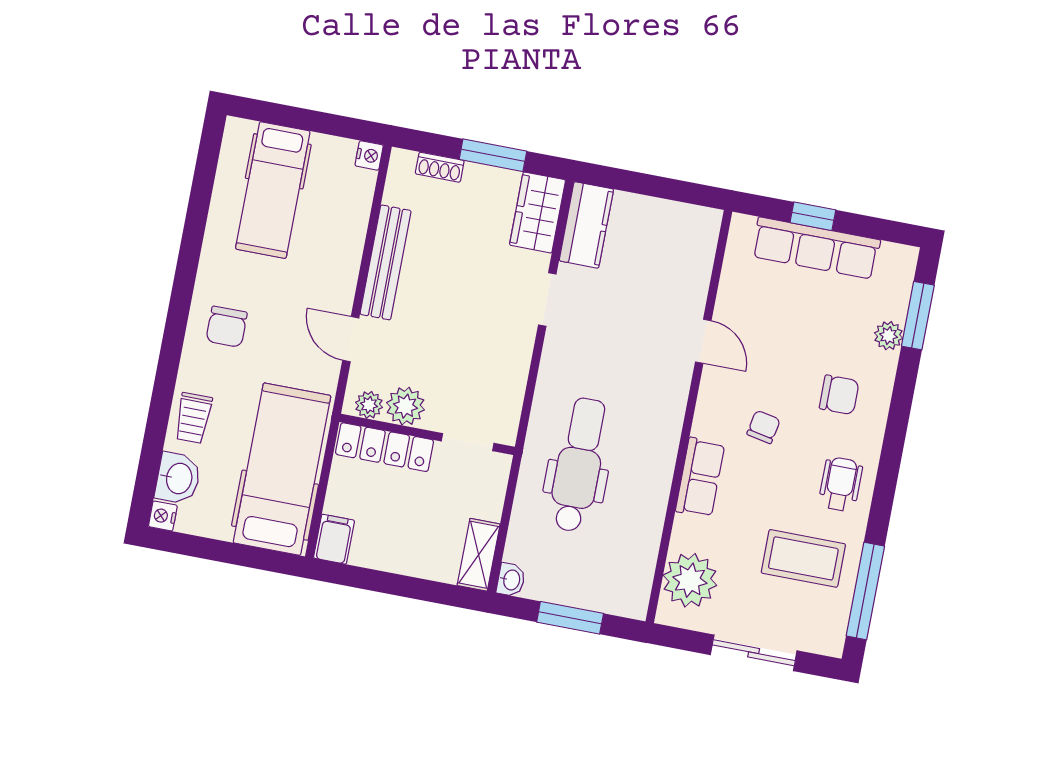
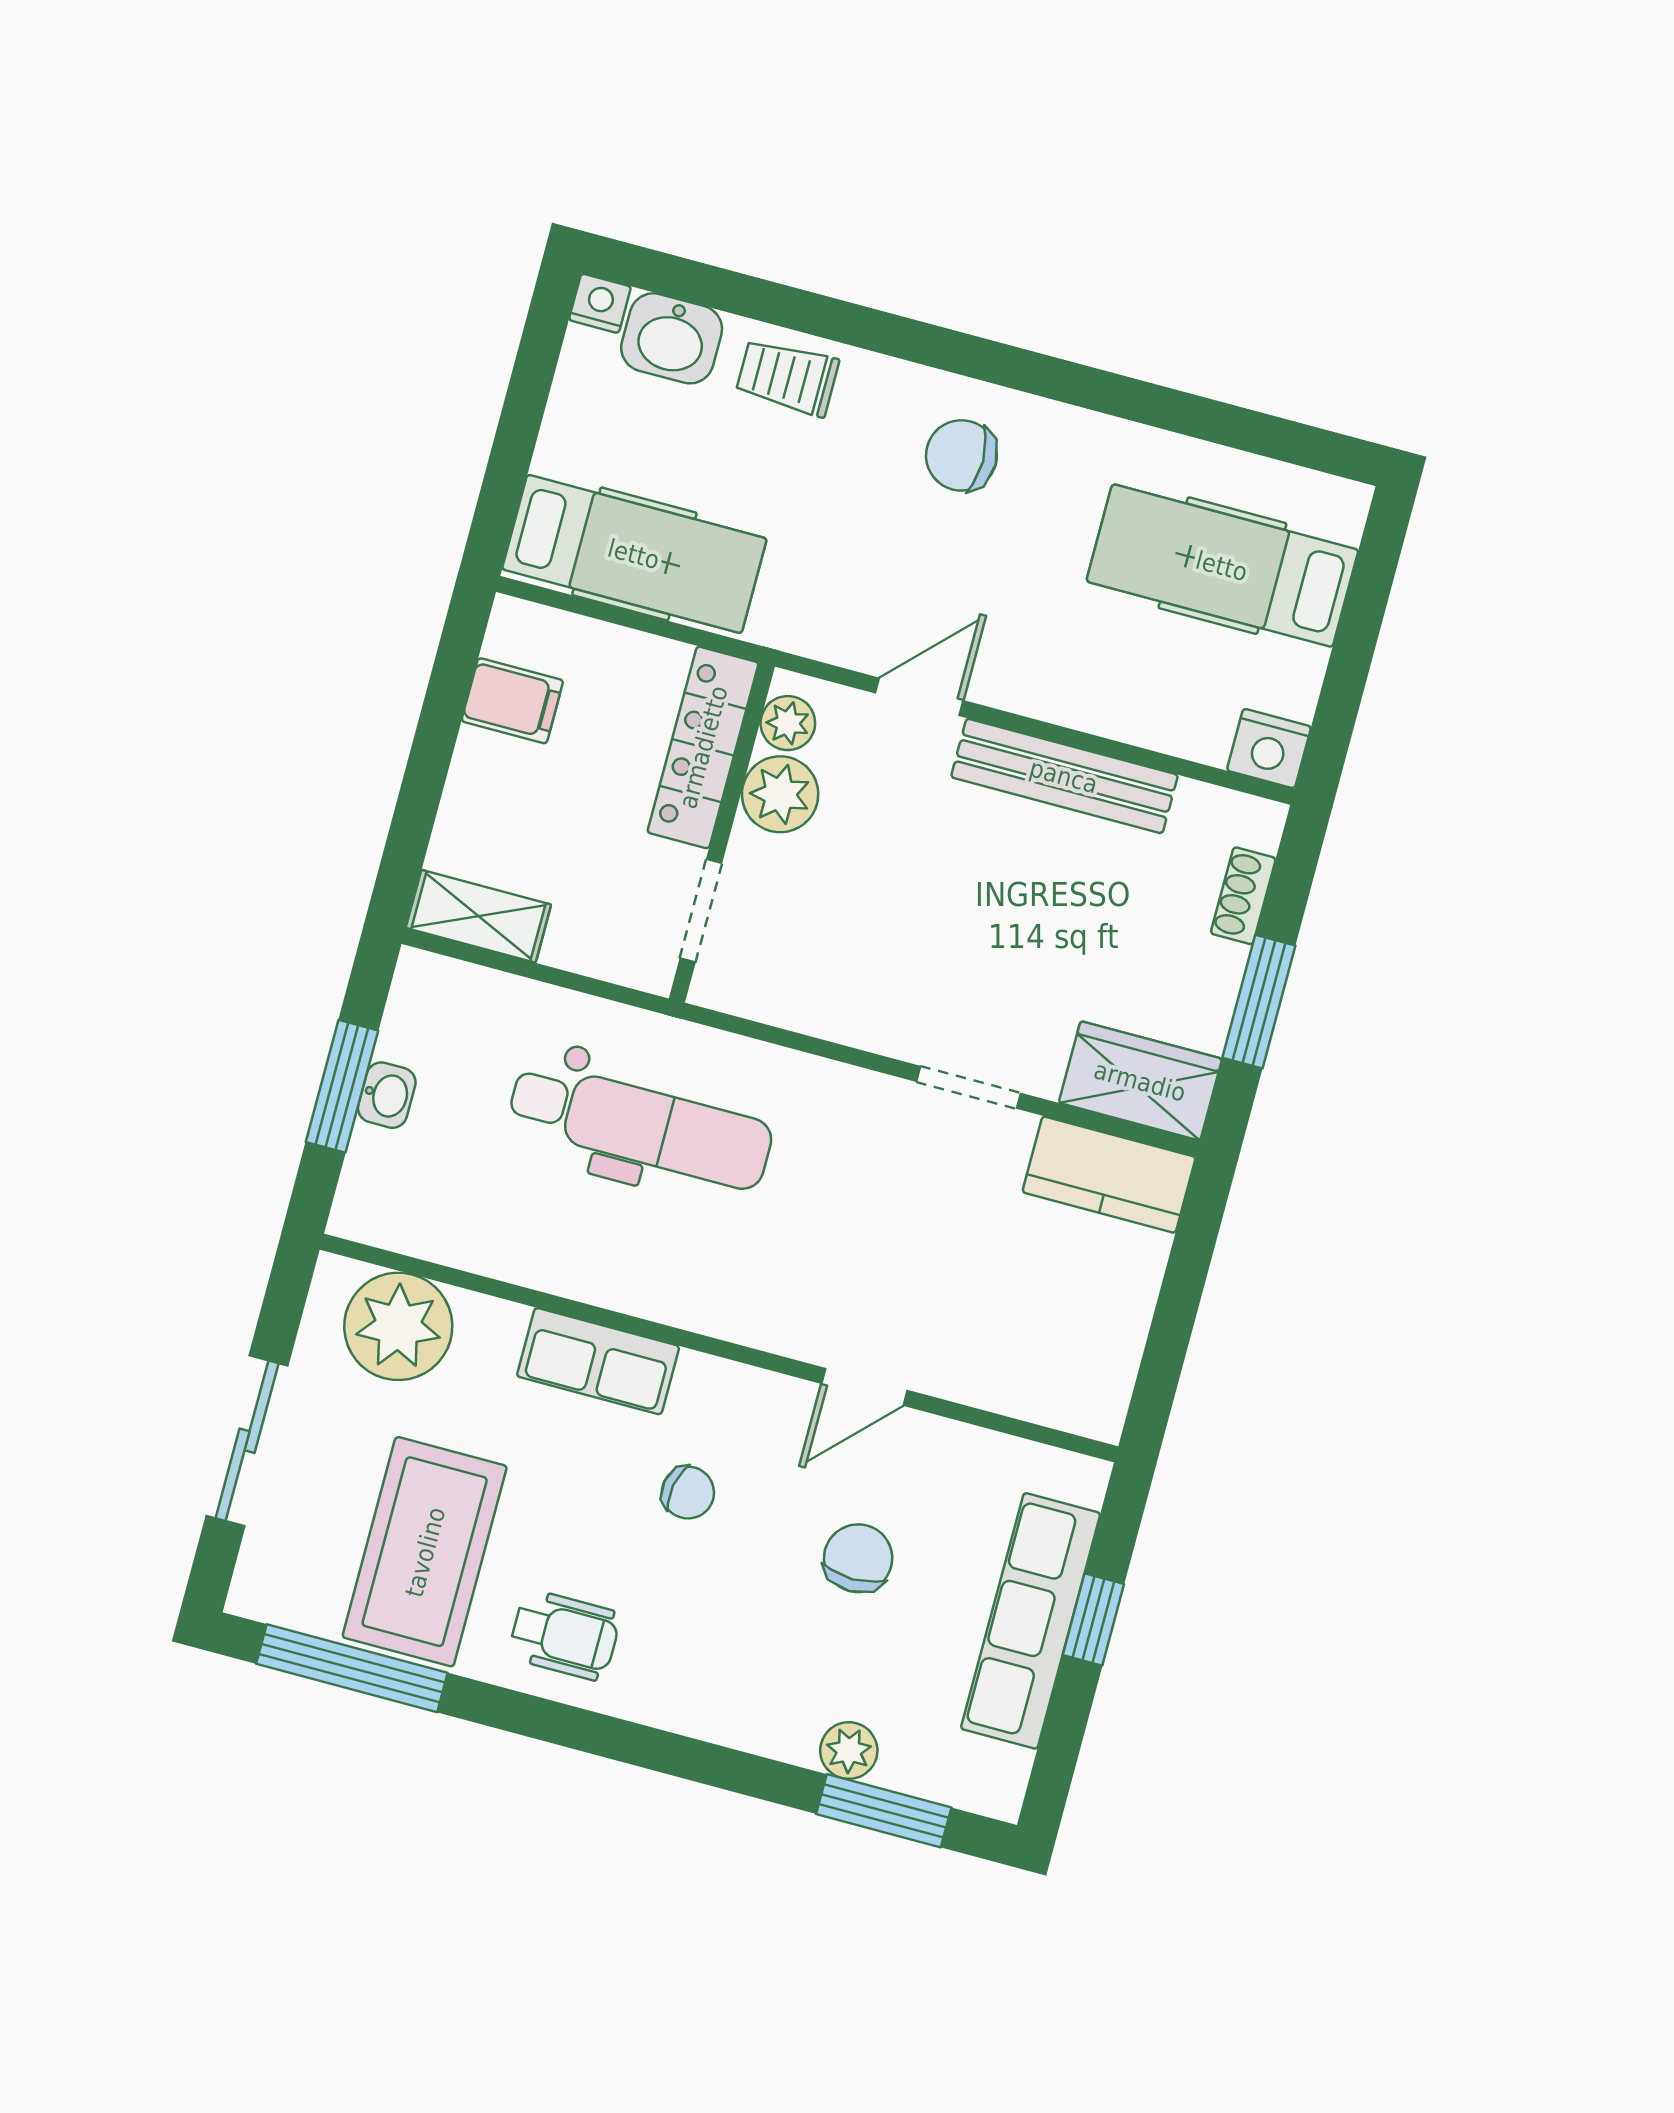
nightstand: (369, 155) -> (1269, 748), width x1.39, depth x1.35
chair: (839, 395) -> (858, 1558), moved, turned 180
hospital bed: (282, 469) -> (634, 554), width x0.73, depth x0.78
filing cabinet: (334, 539) -> (512, 701), moved
coffee table: (803, 558) -> (425, 1552), width x1.36, depth x1.32
washbasin: (511, 580) -> (387, 1095), moved, turned -90

